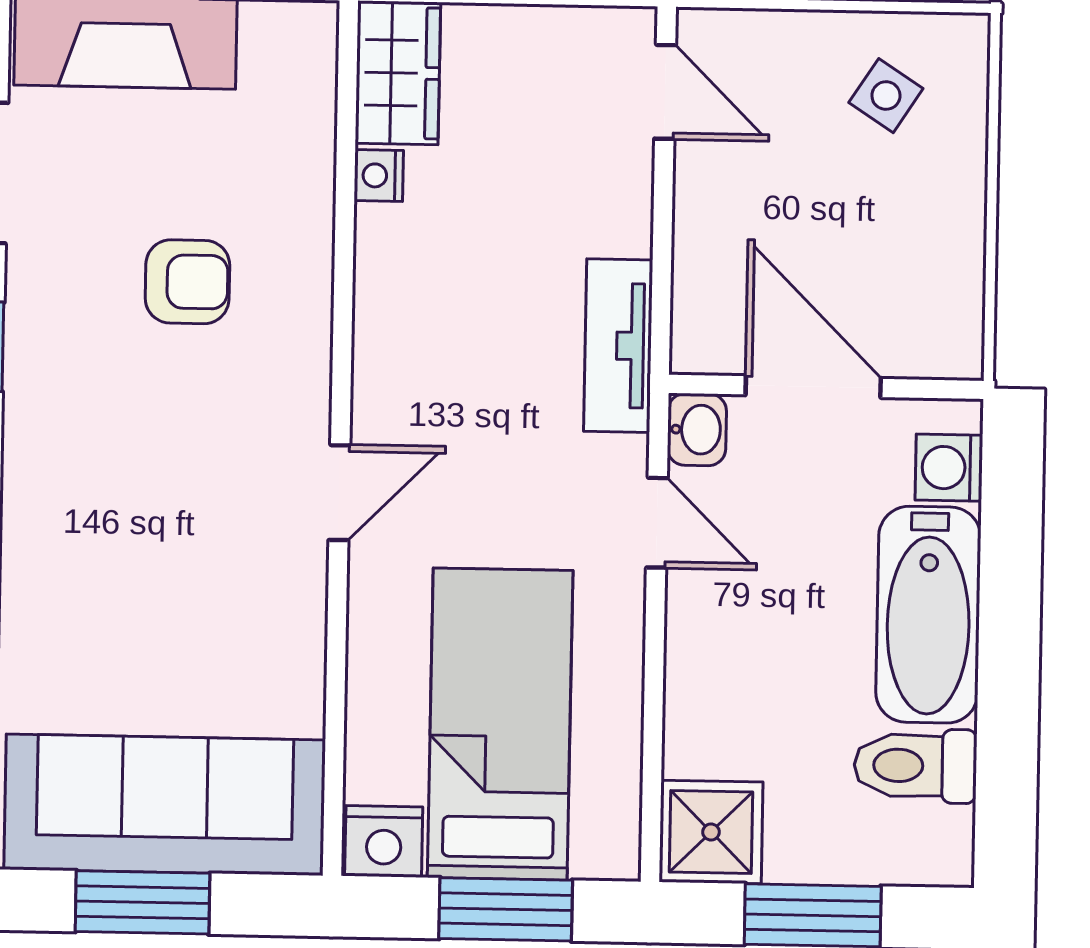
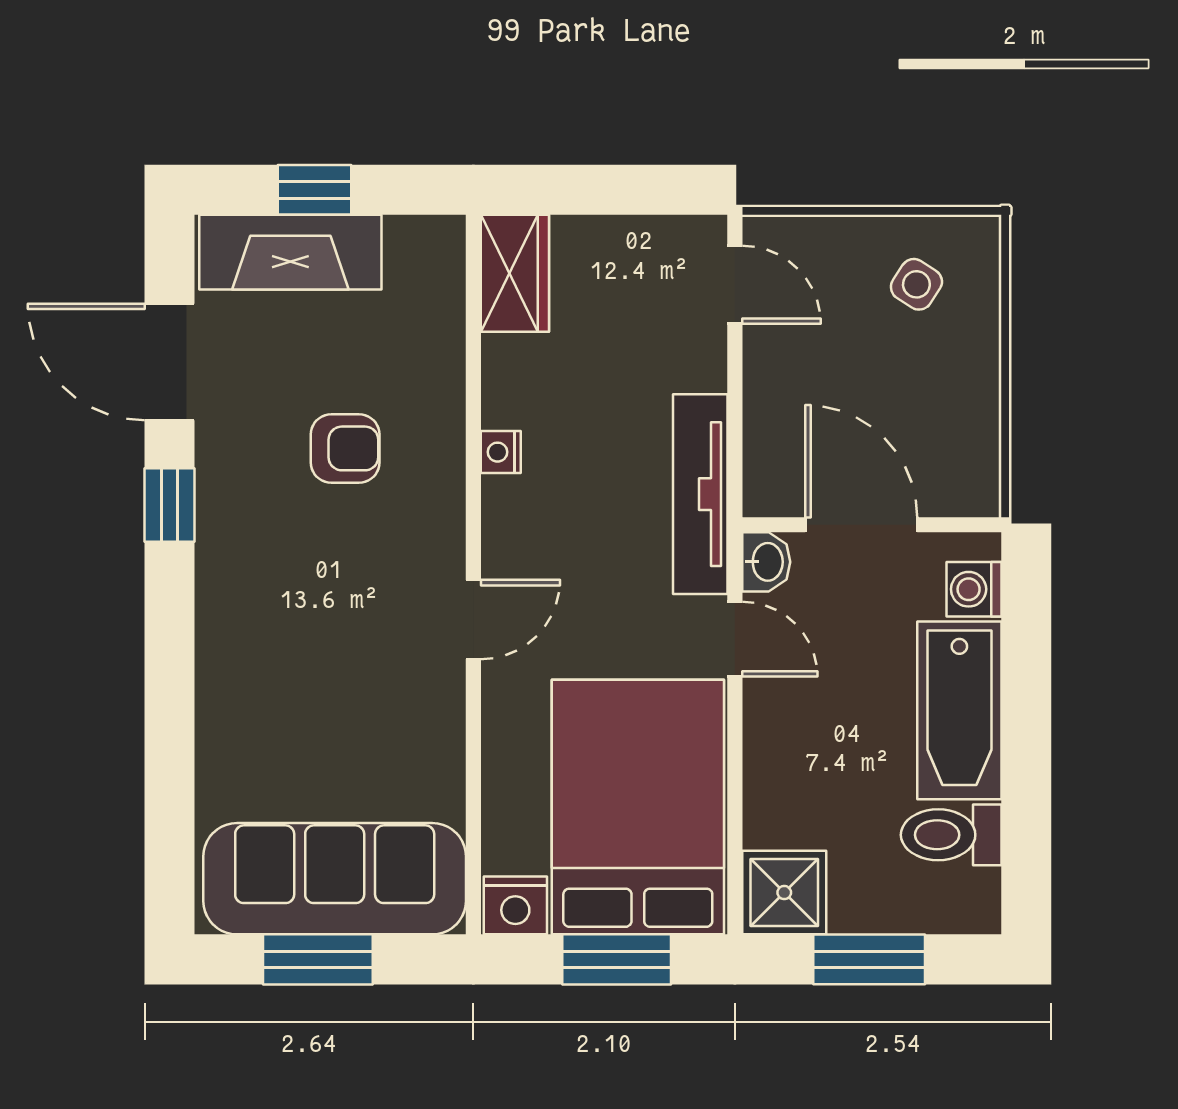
nightstand: (379, 175) -> (501, 452), moved
tv unit: (618, 346) -> (700, 494), width x1.41
bed: (500, 724) -> (638, 807), width x1.50

